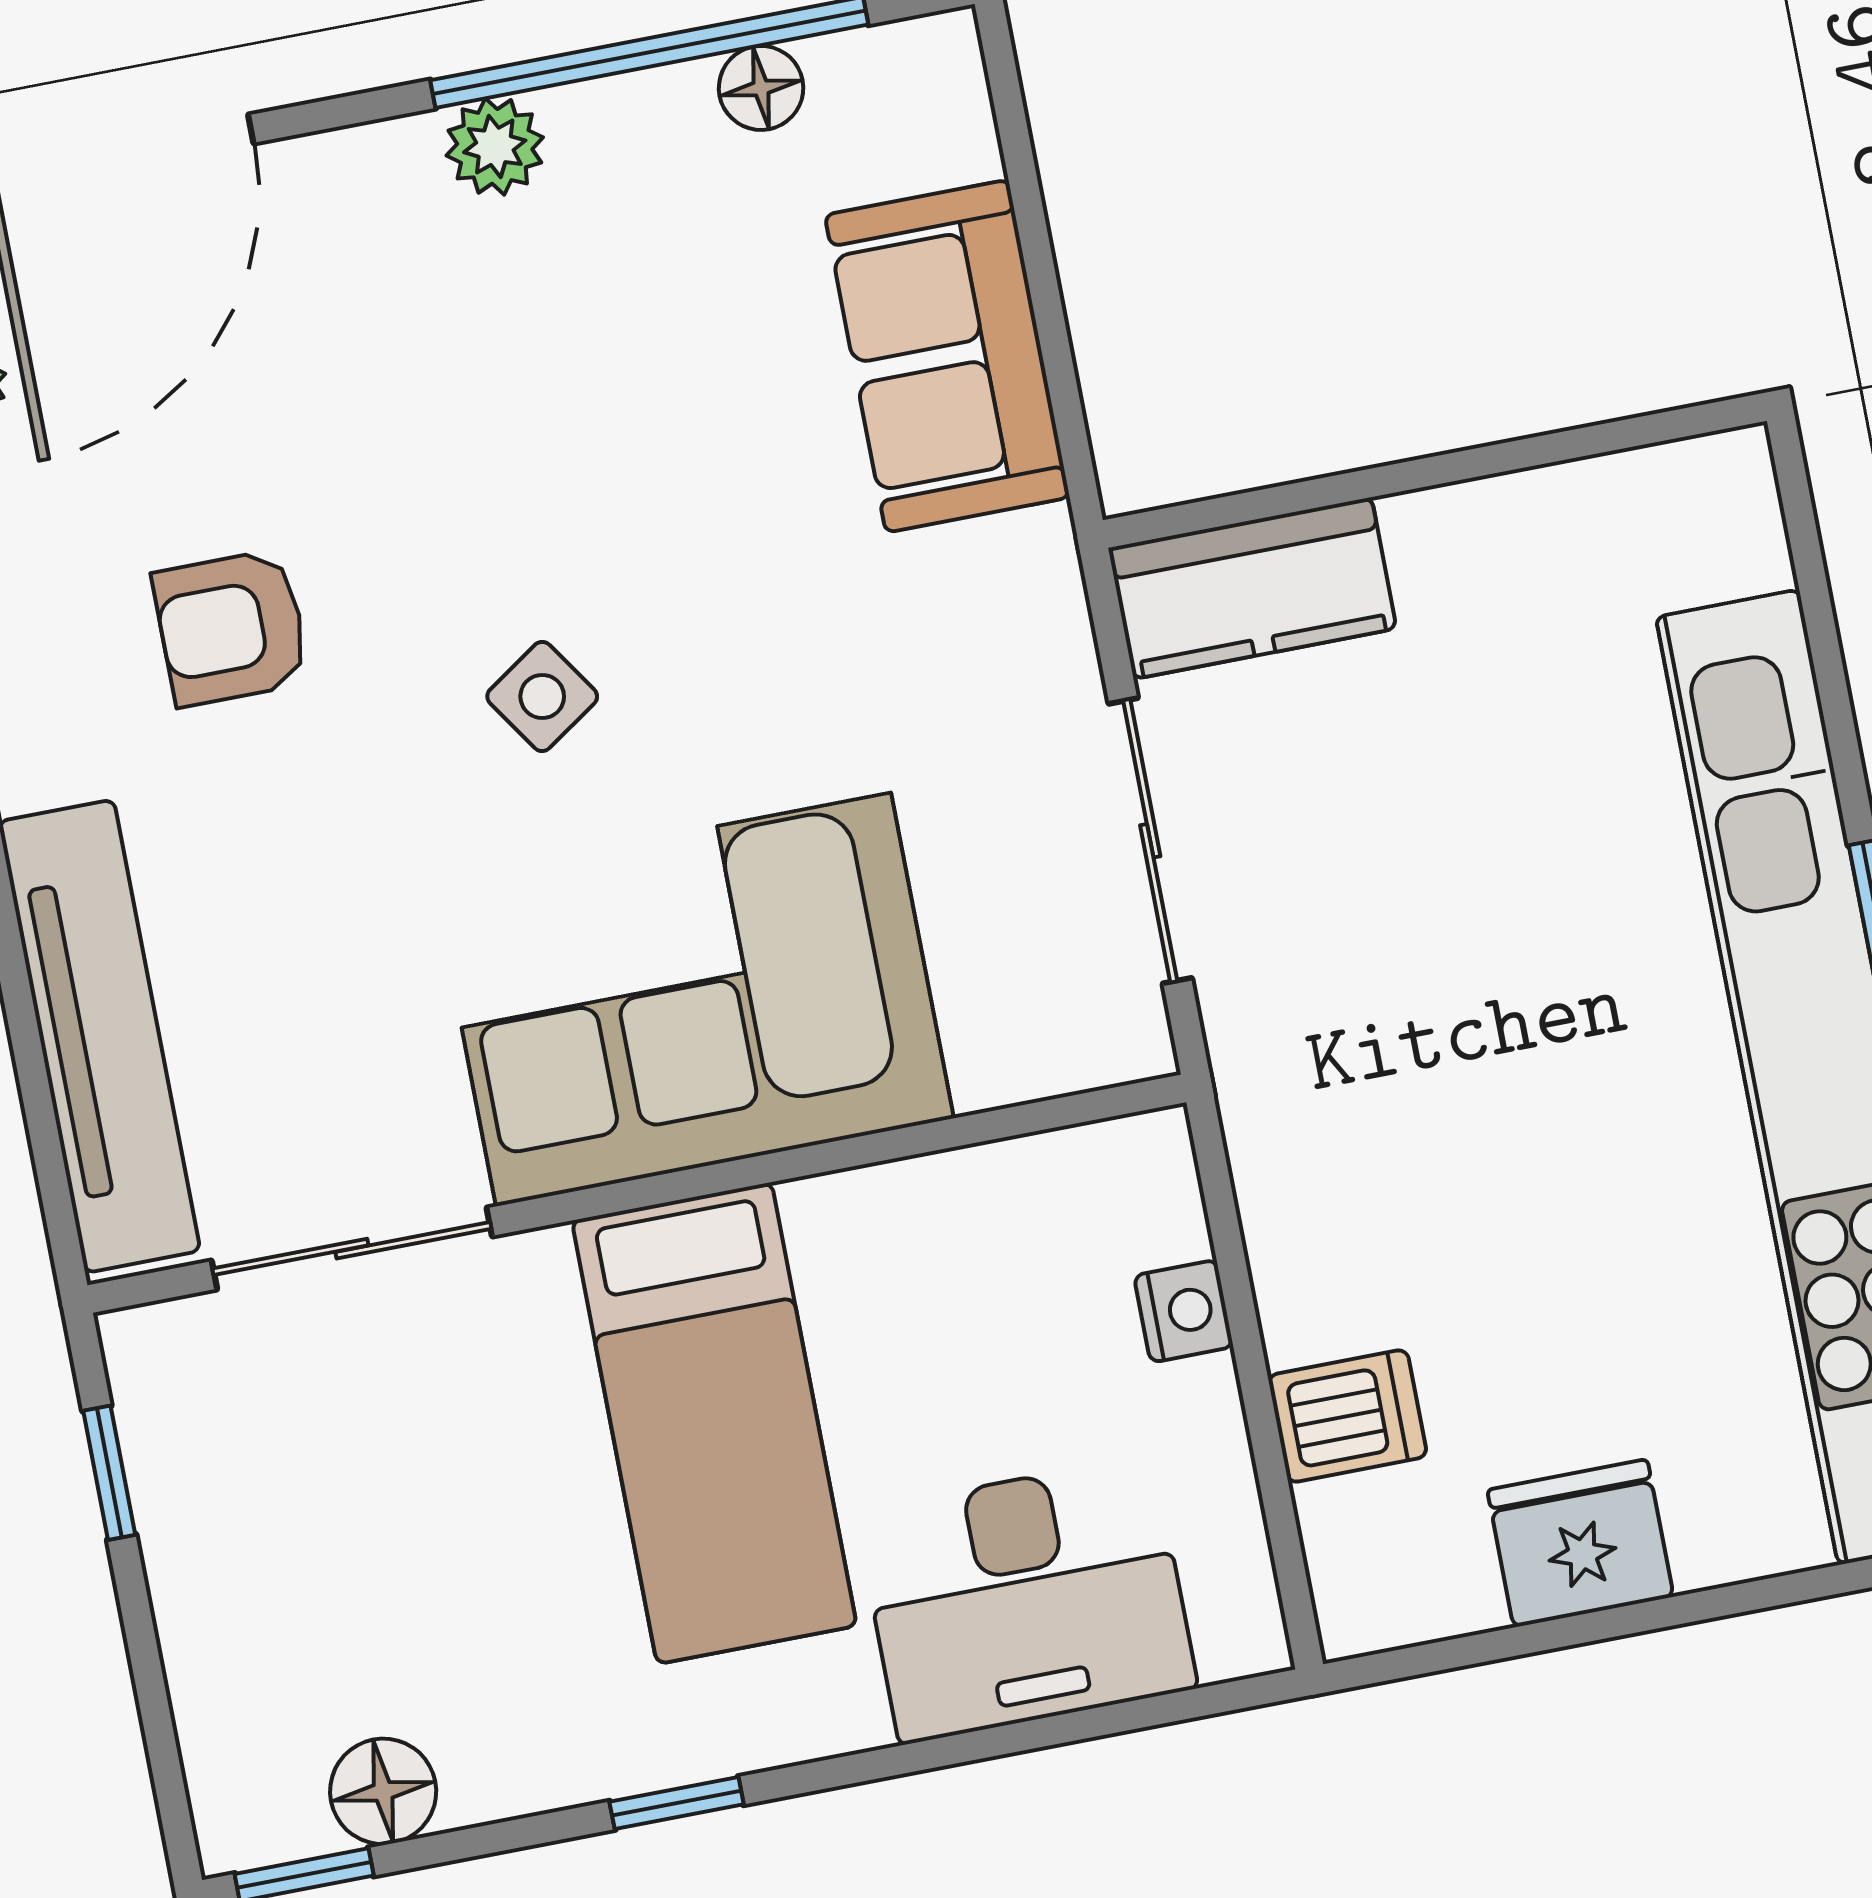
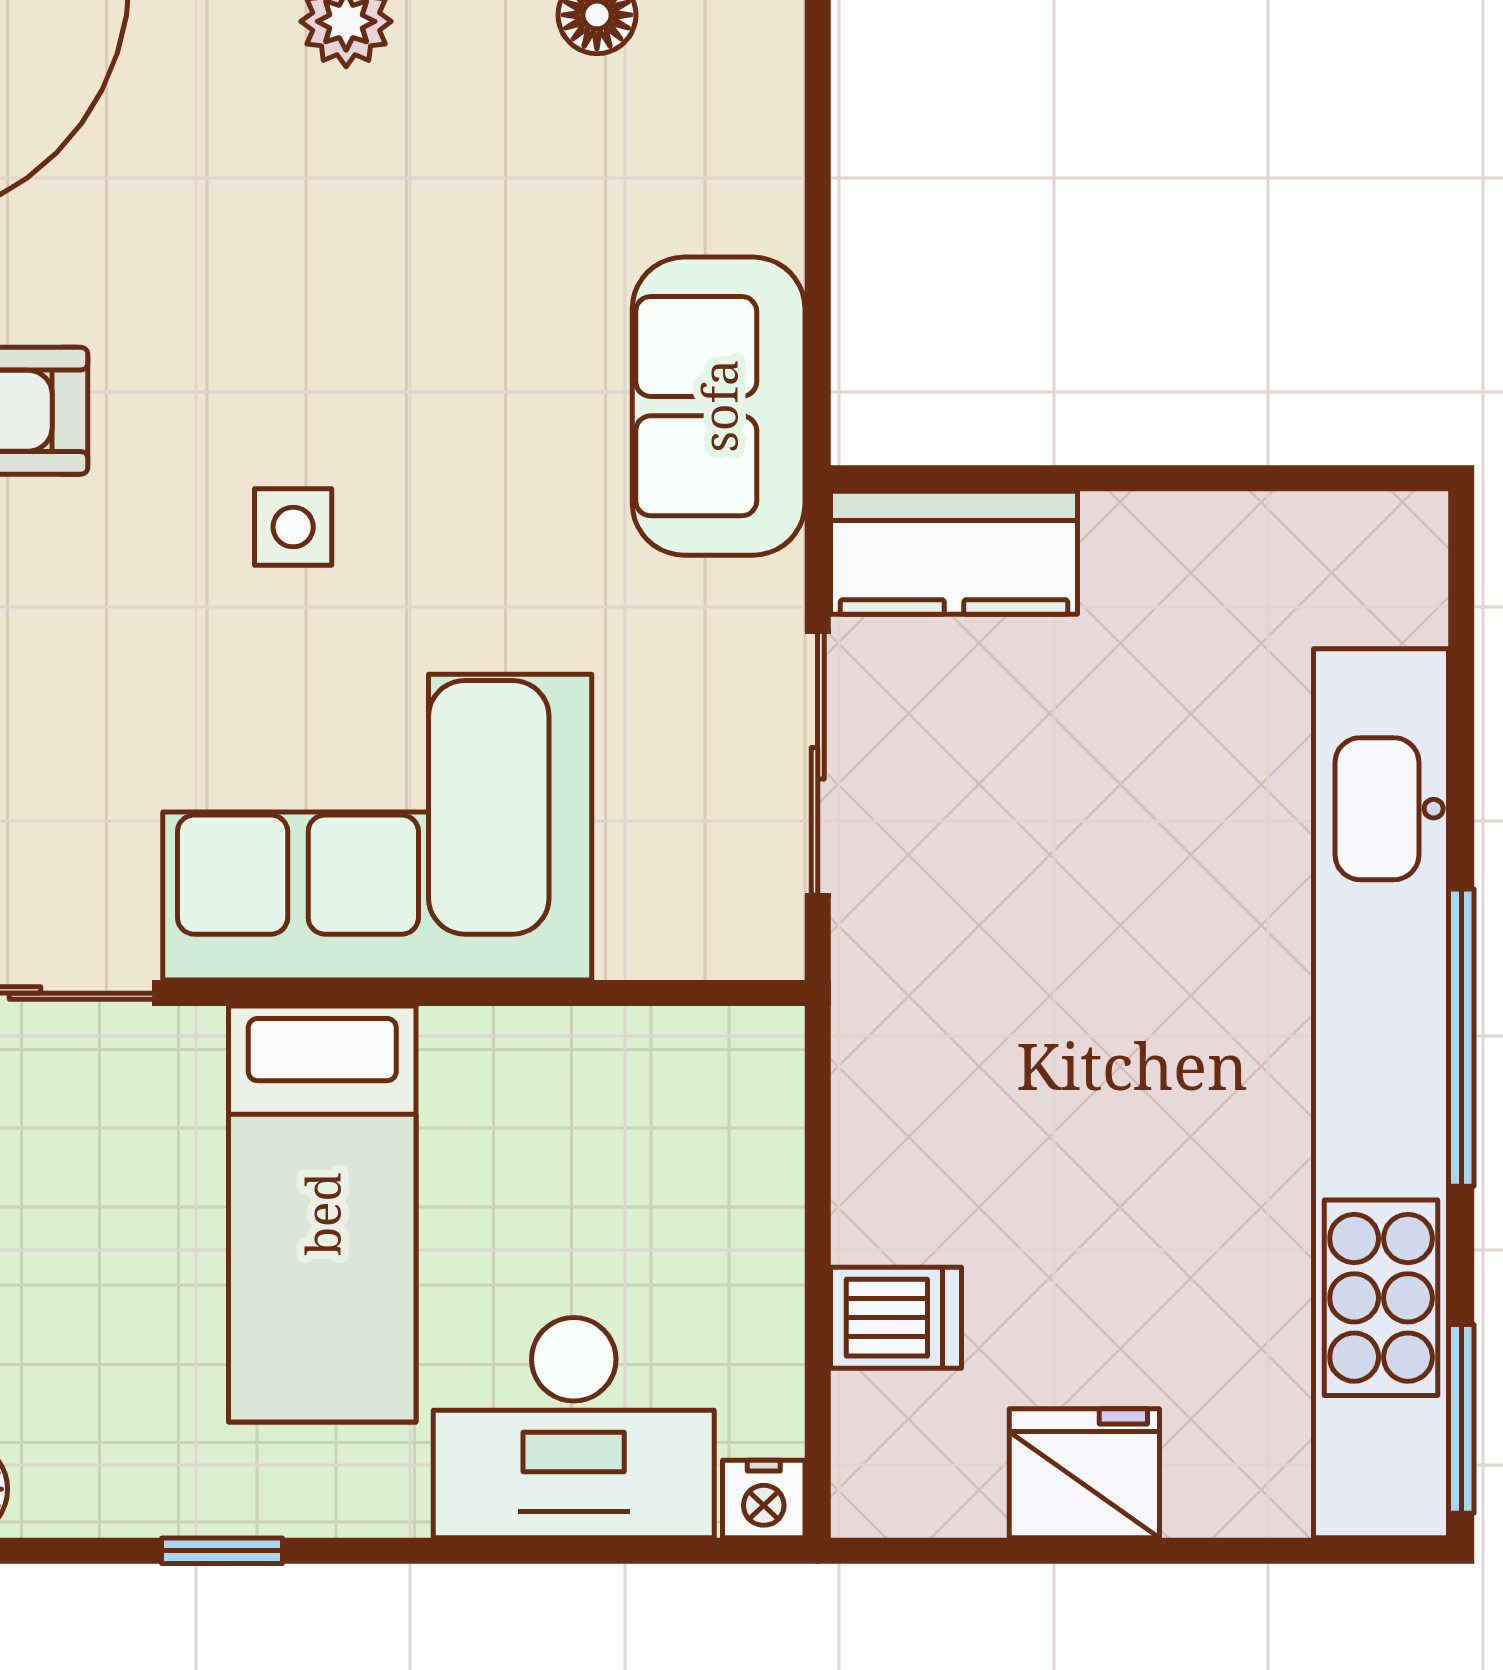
sofa: (947, 356) -> (719, 406), moved
side table: (542, 696) -> (293, 527), turned 34
nightstand: (1184, 1311) -> (764, 1499), moved, turned 90

